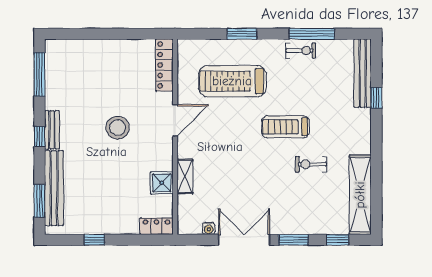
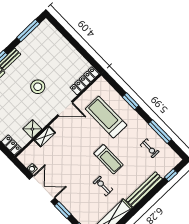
exercise bike: (301, 51) -> (150, 148), moved
bench: (363, 73) -> (144, 189), moved
window: (376, 98) -> (171, 175), moved
treadmill: (285, 127) -> (108, 159), turned 180

